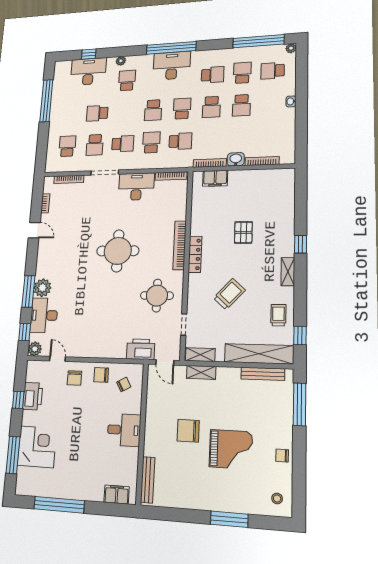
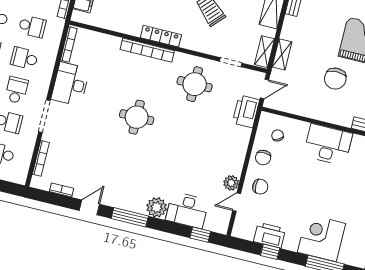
school desk: (180, 141) -> (32, 26), turned 90
round table: (118, 251) -> (137, 117), width x0.73, depth x0.73
window: (28, 291) -> (130, 217), moved
plant: (35, 349) -> (231, 183), moved
desk: (124, 430) -> (328, 145), width x1.37

